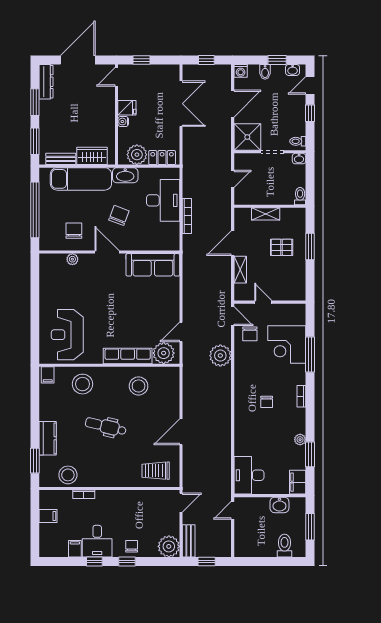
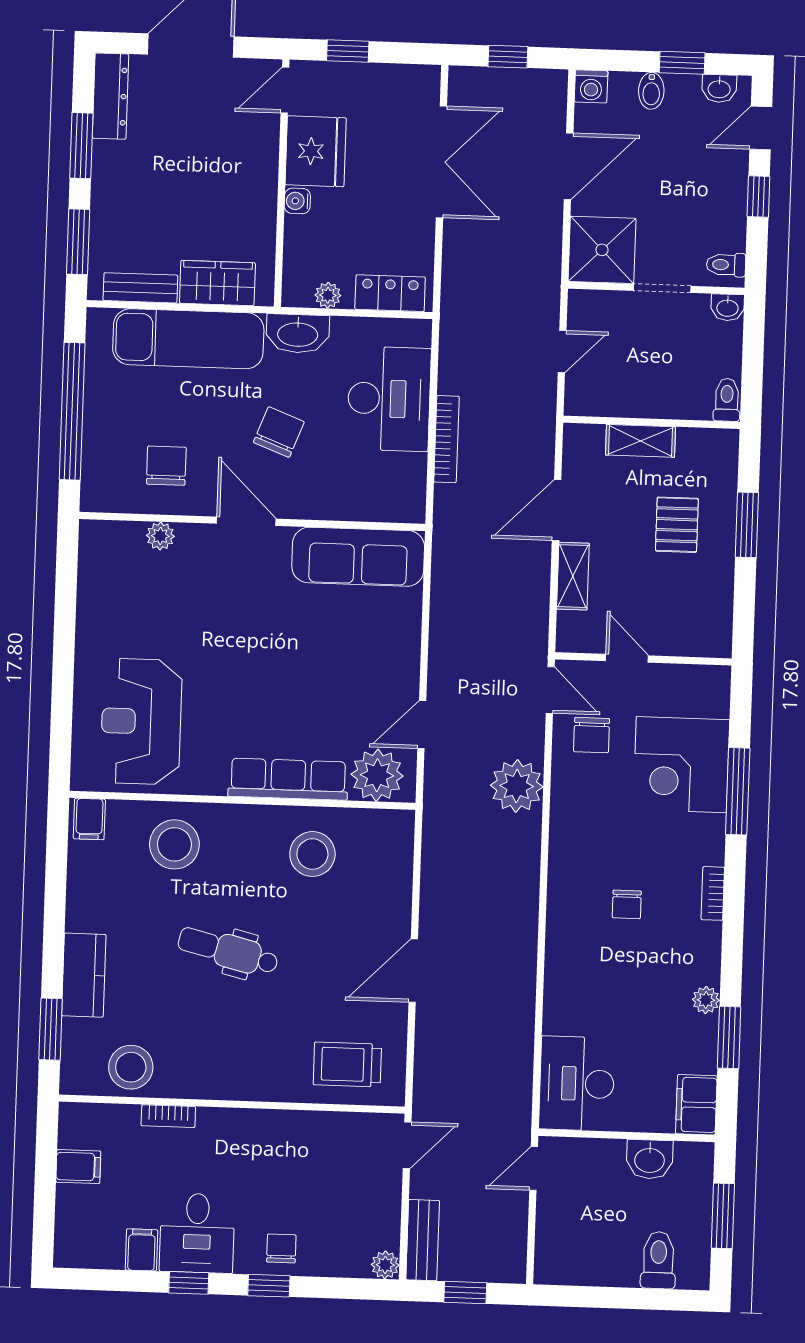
fridge: (127, 108) -> (316, 151), width x1.88, depth x1.34
plant: (137, 155) -> (328, 295), width x0.53, depth x0.53
pallet: (282, 247) -> (677, 525), turned 90
plant: (169, 546) -> (385, 1265), width x0.53, depth x0.53

